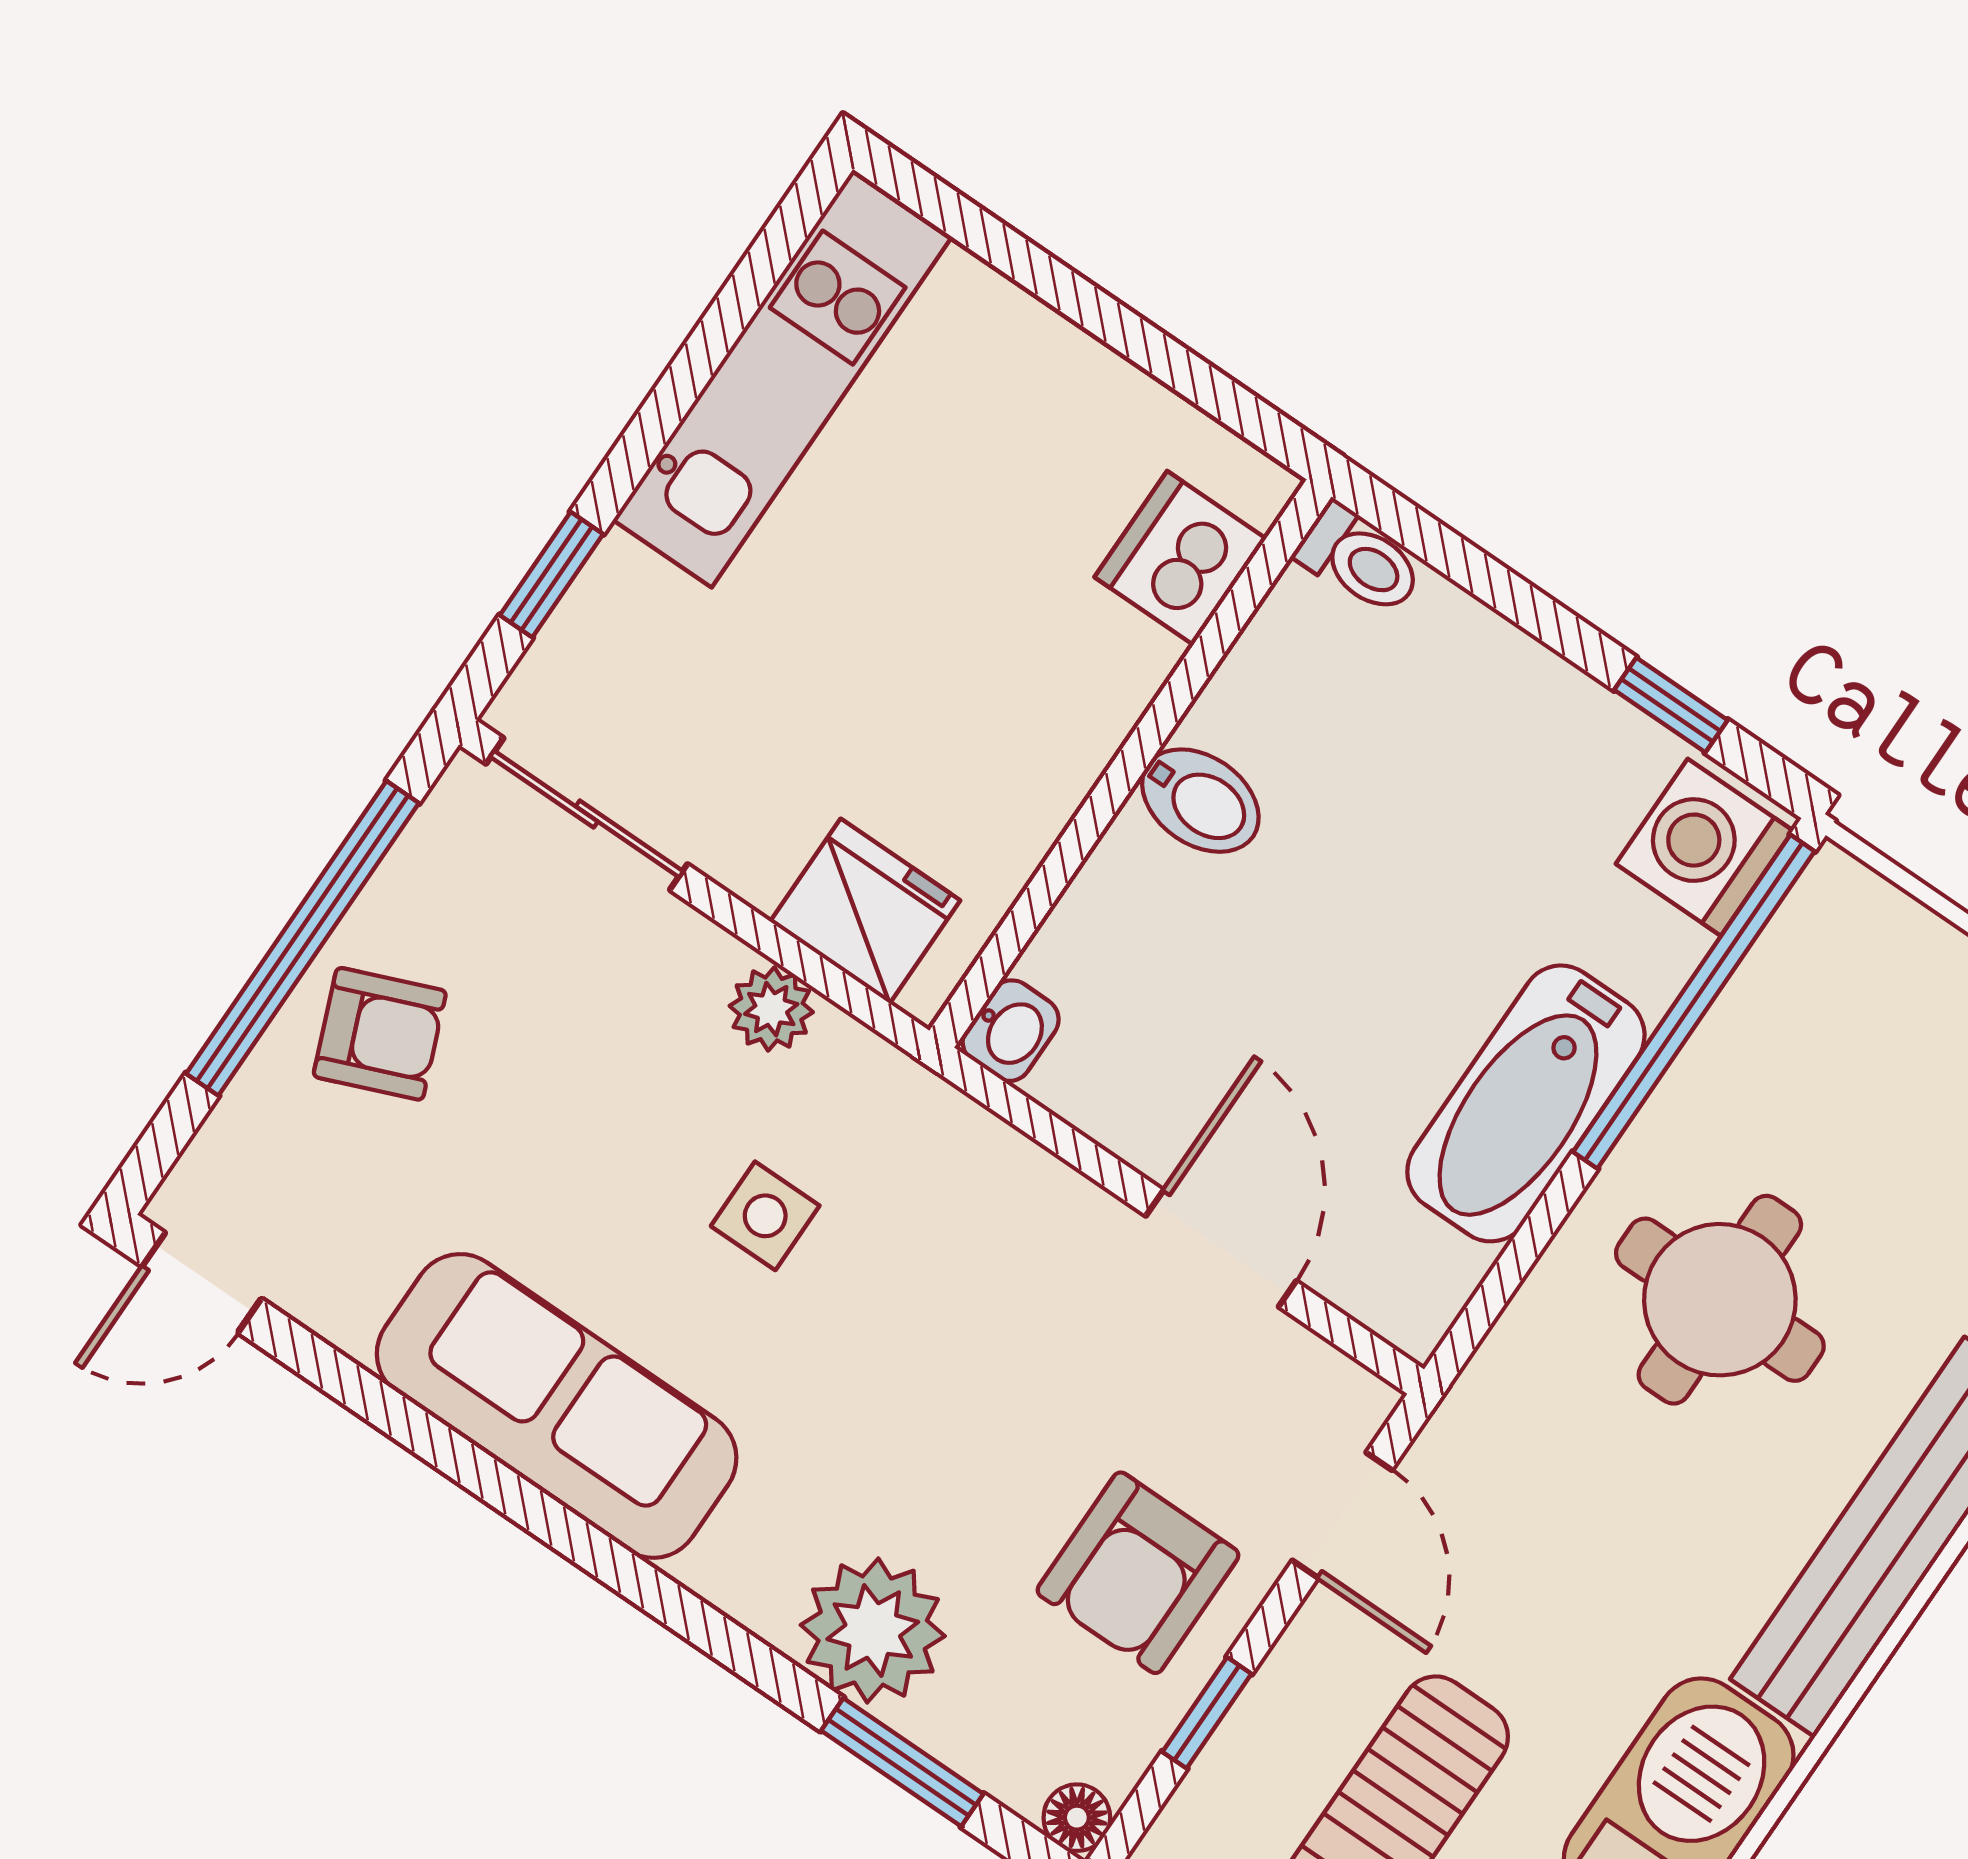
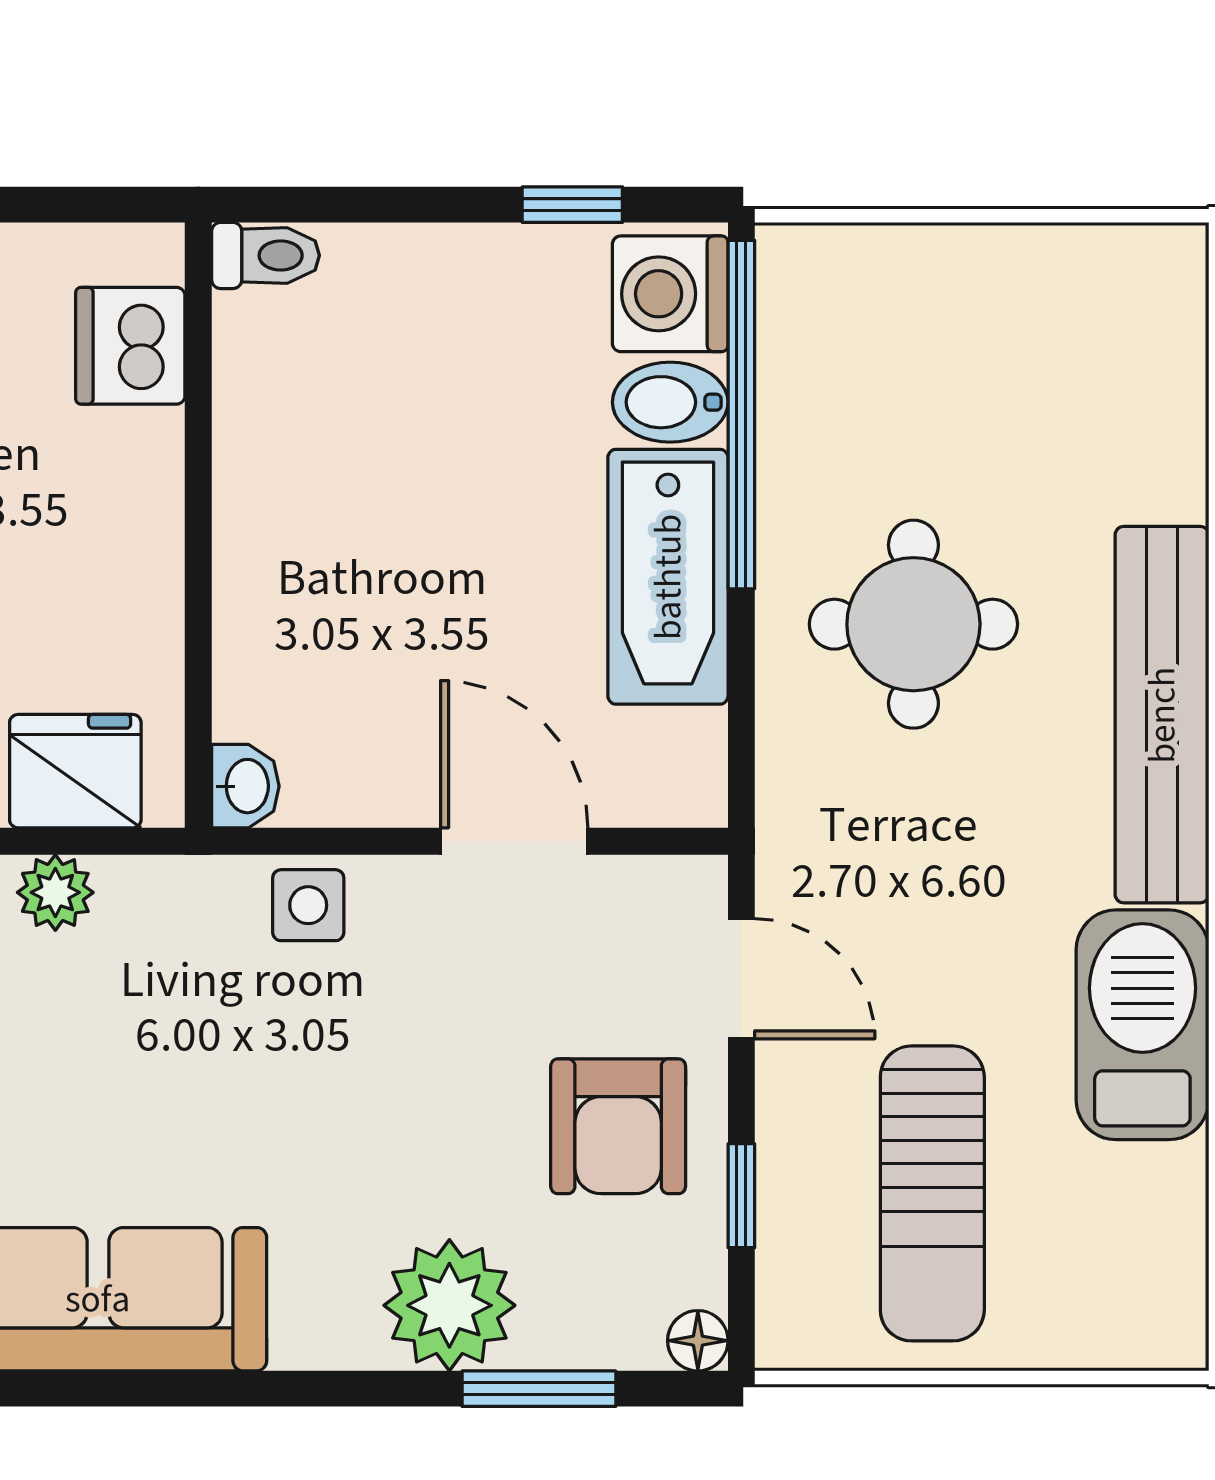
bidet: (1200, 801) -> (670, 402), moved, turned 180
side table: (765, 1216) -> (308, 905), moved

